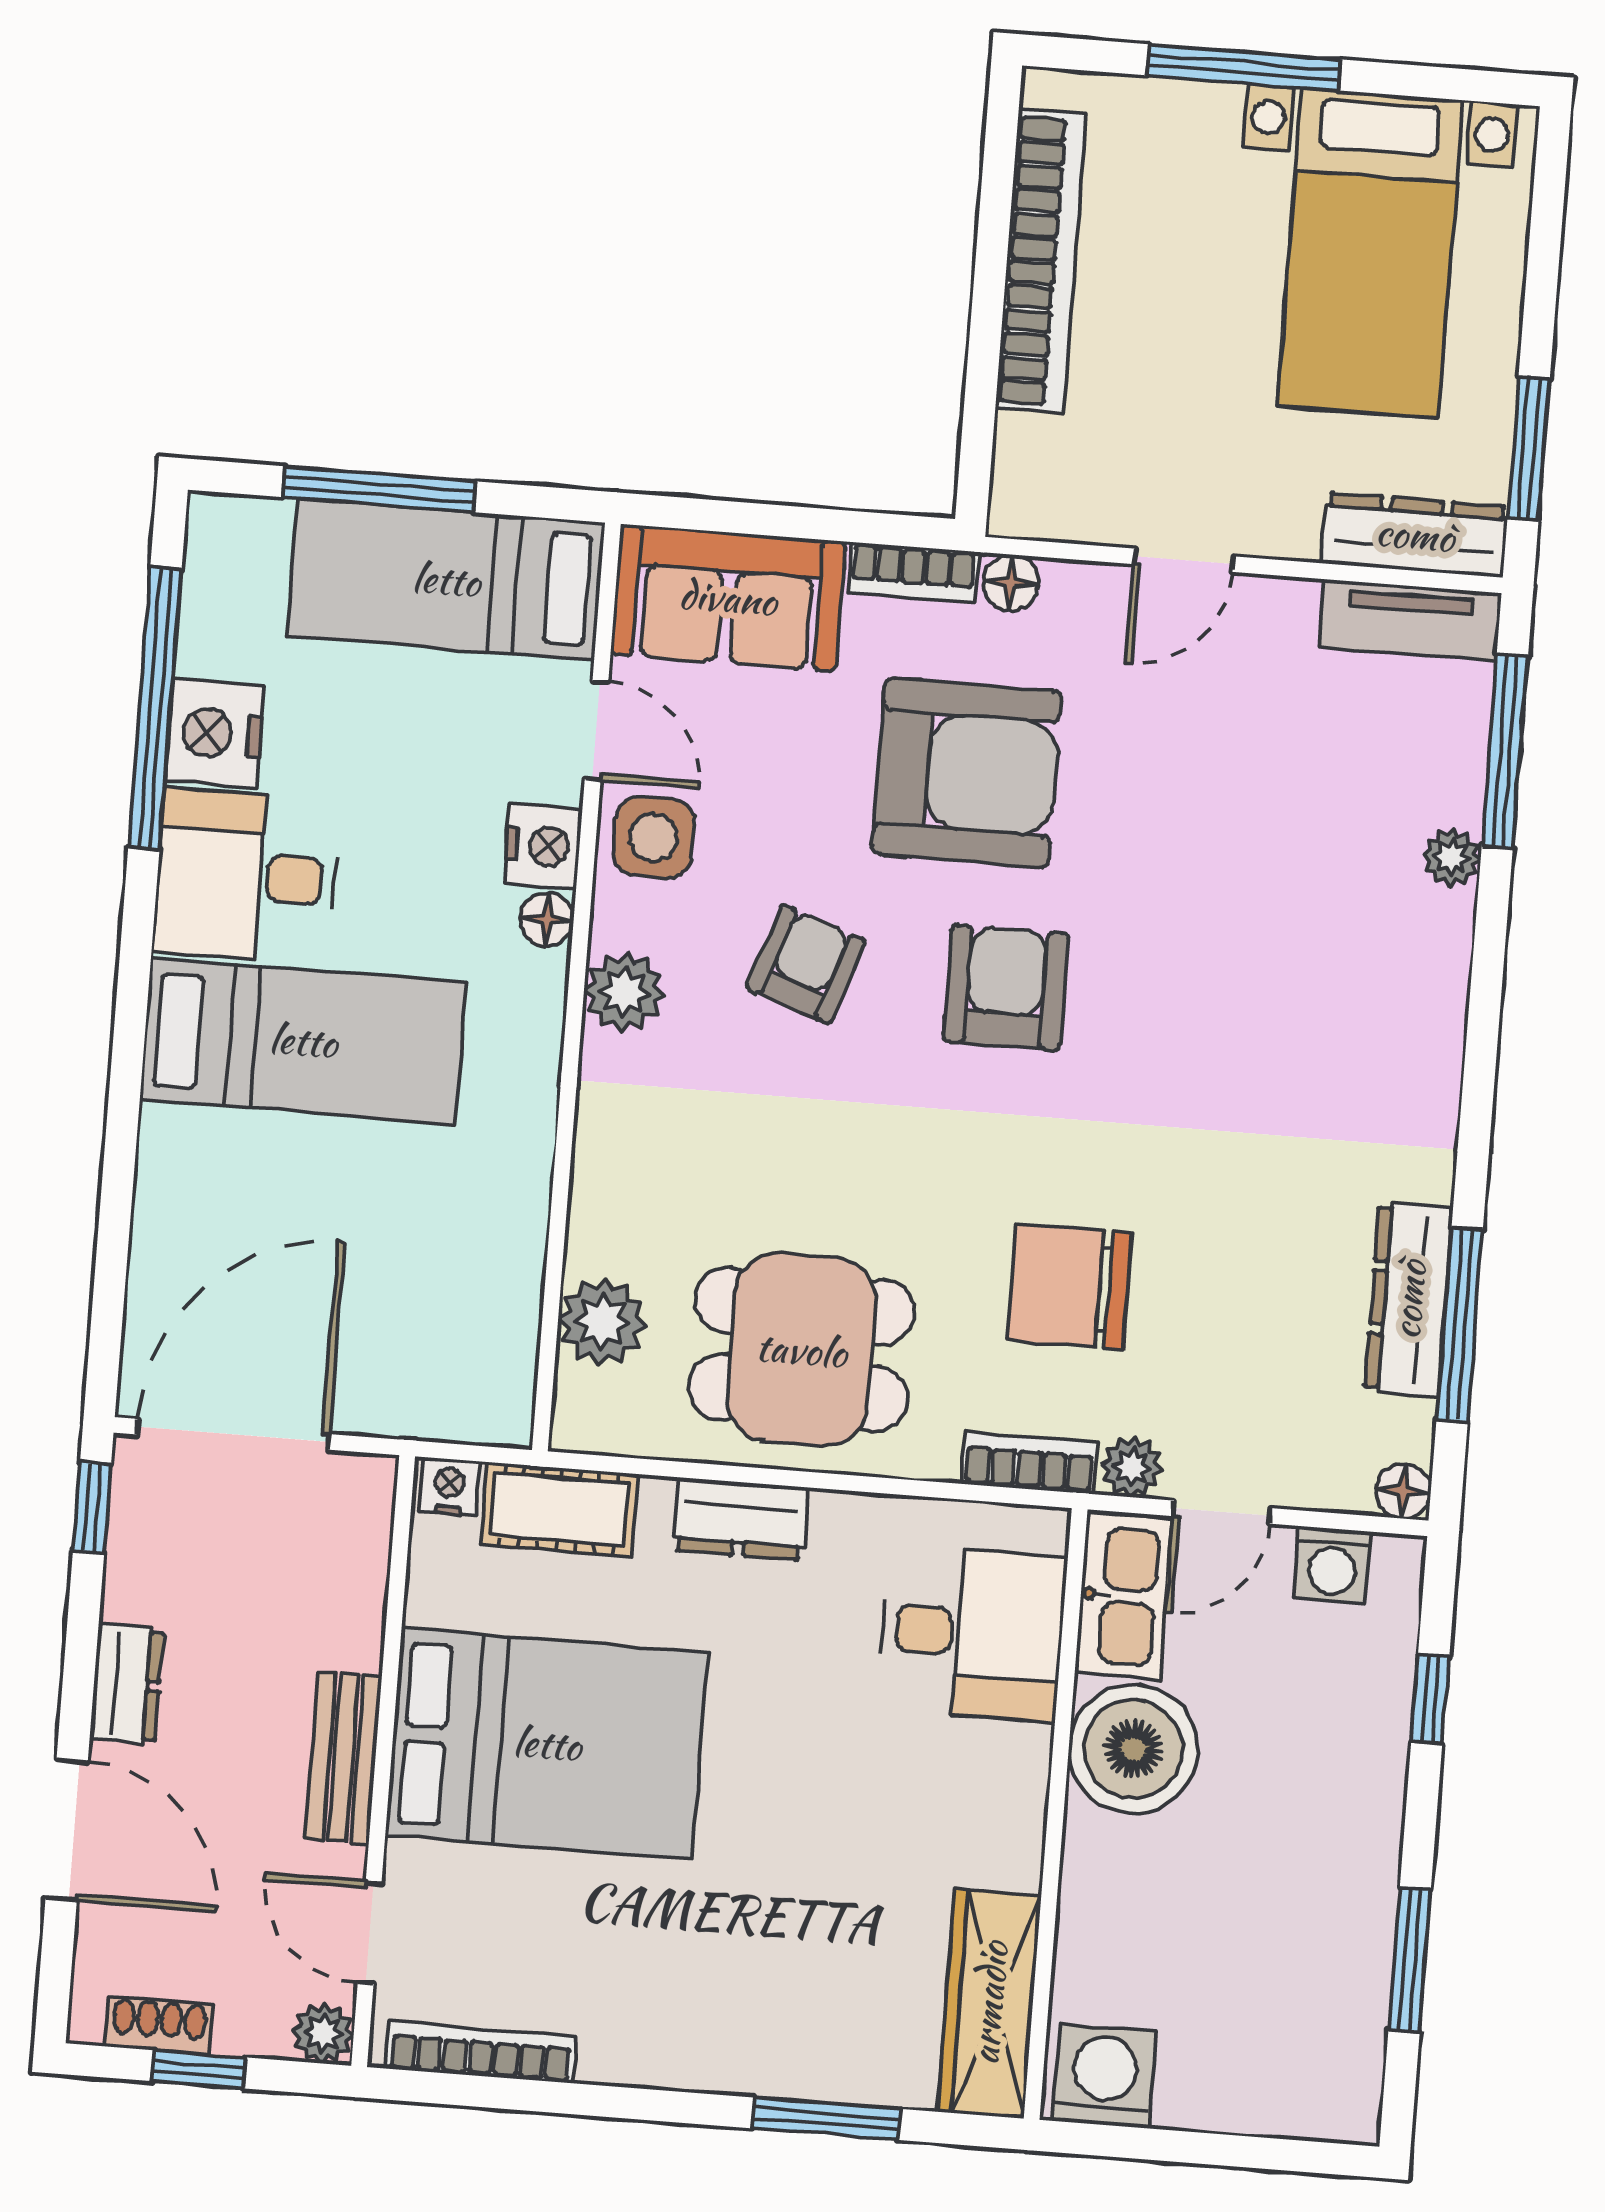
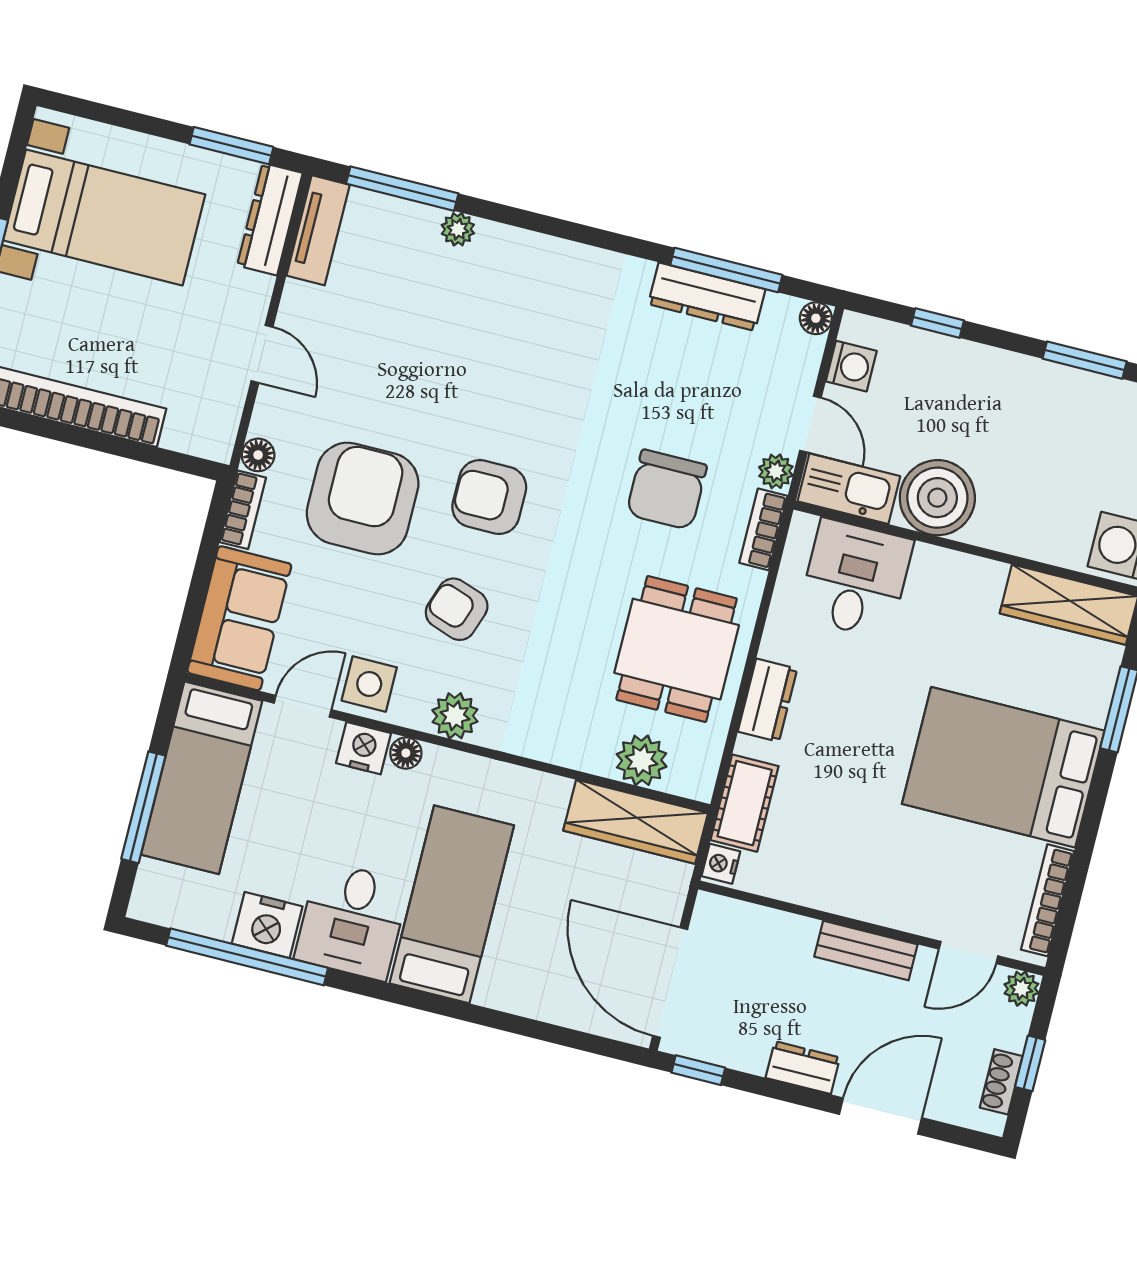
wardrobe: (496, 1330) -> (636, 822), added
bed: (547, 1744) -> (1003, 767), moved, turned -90

